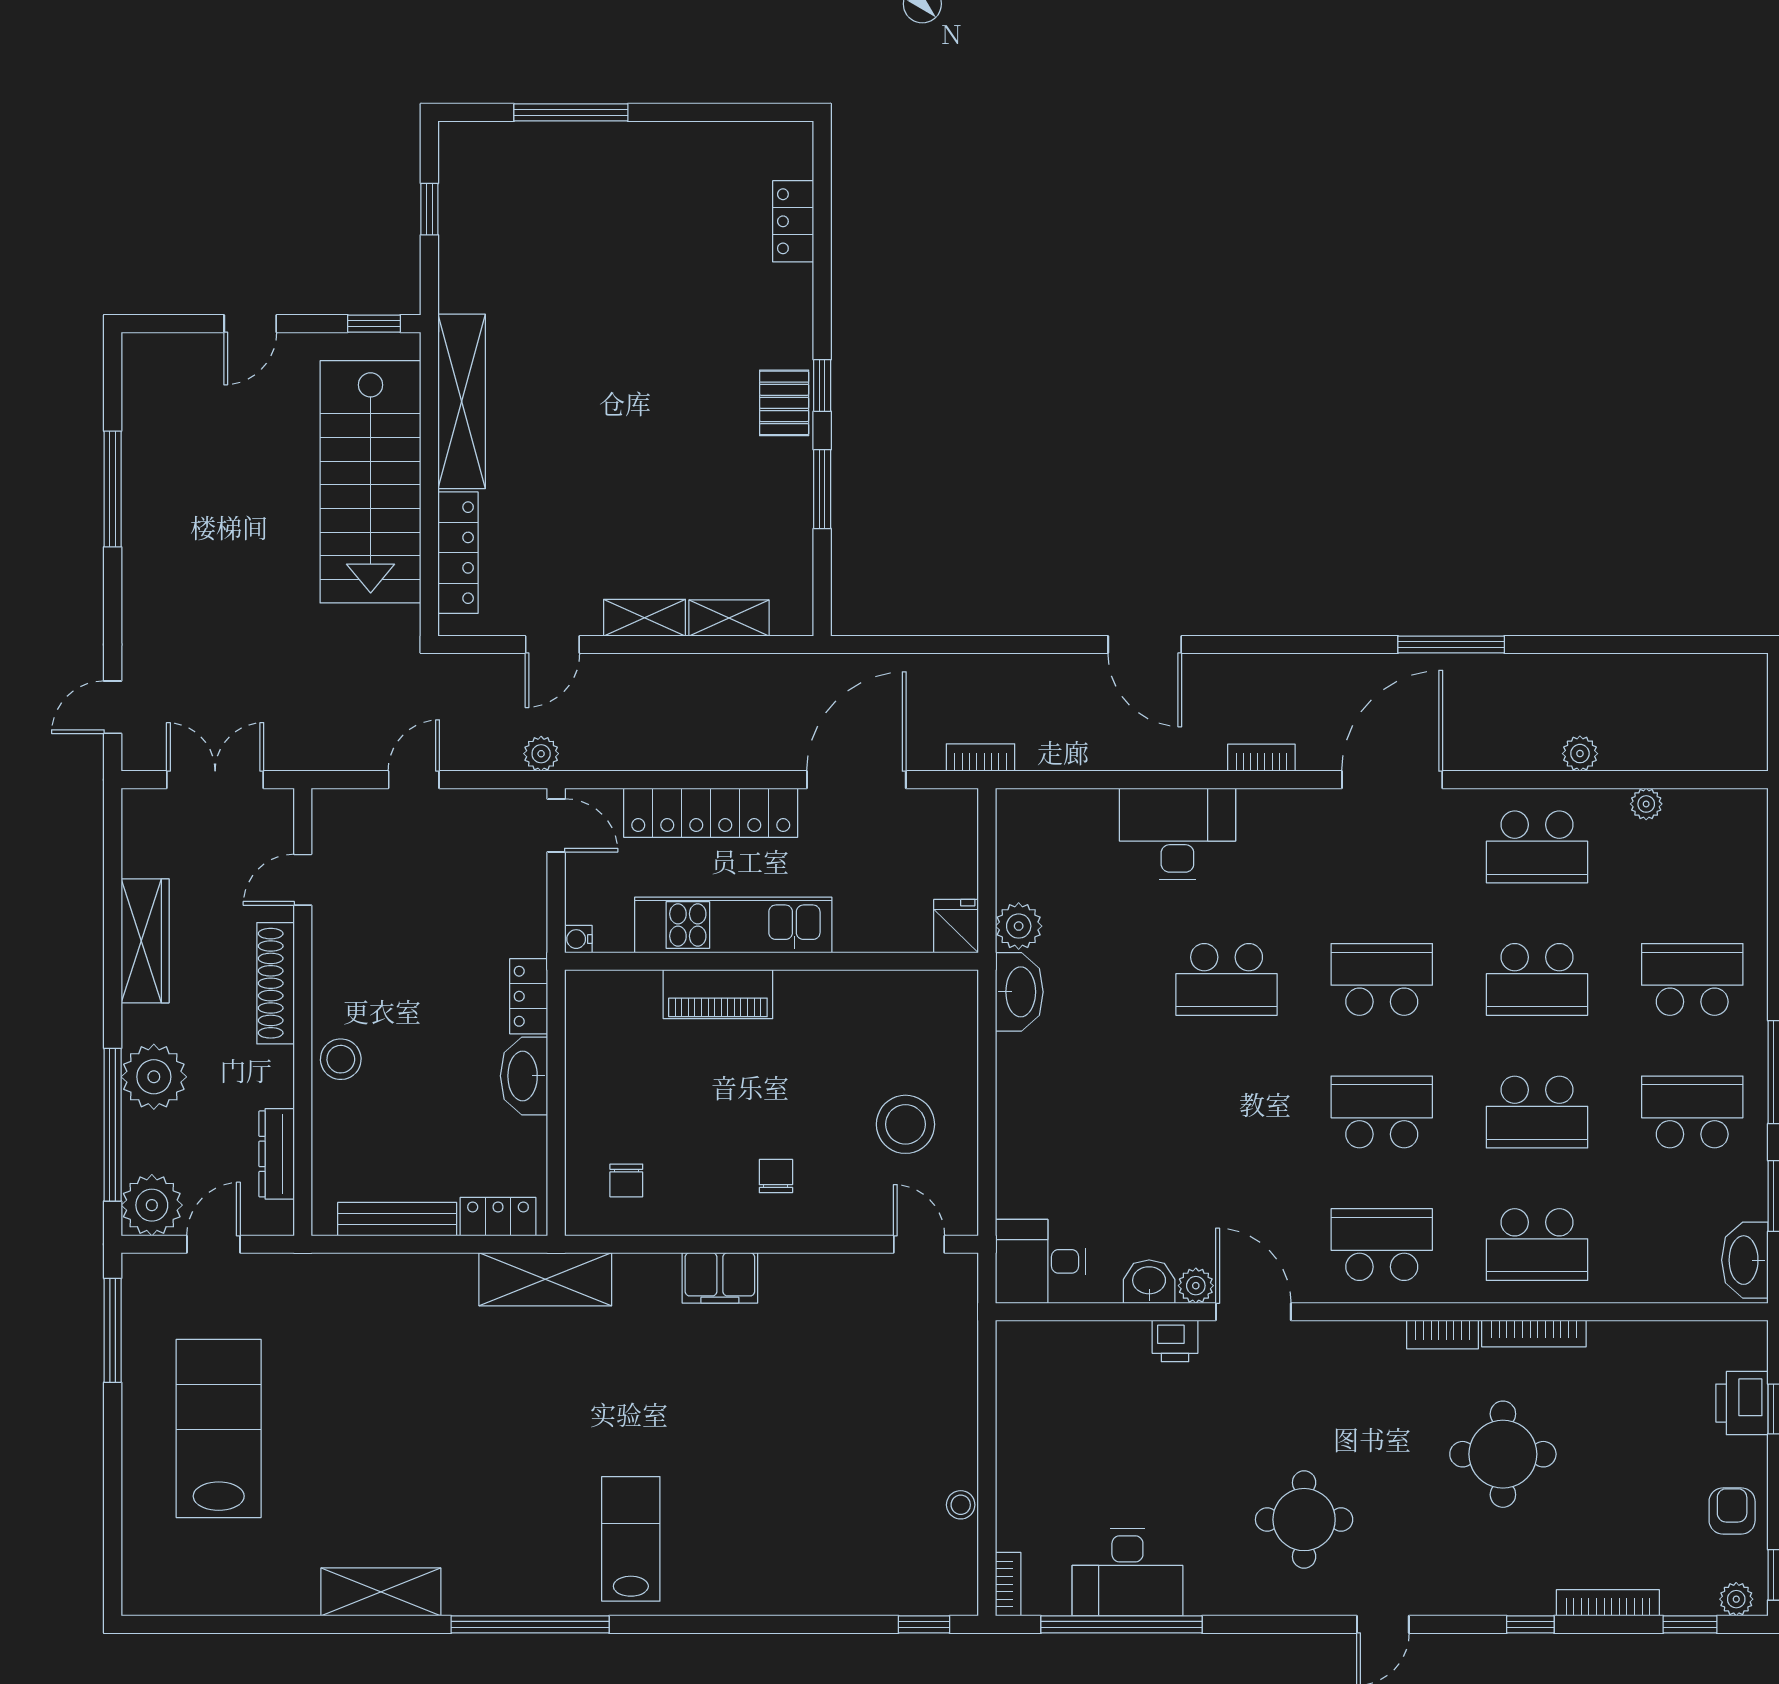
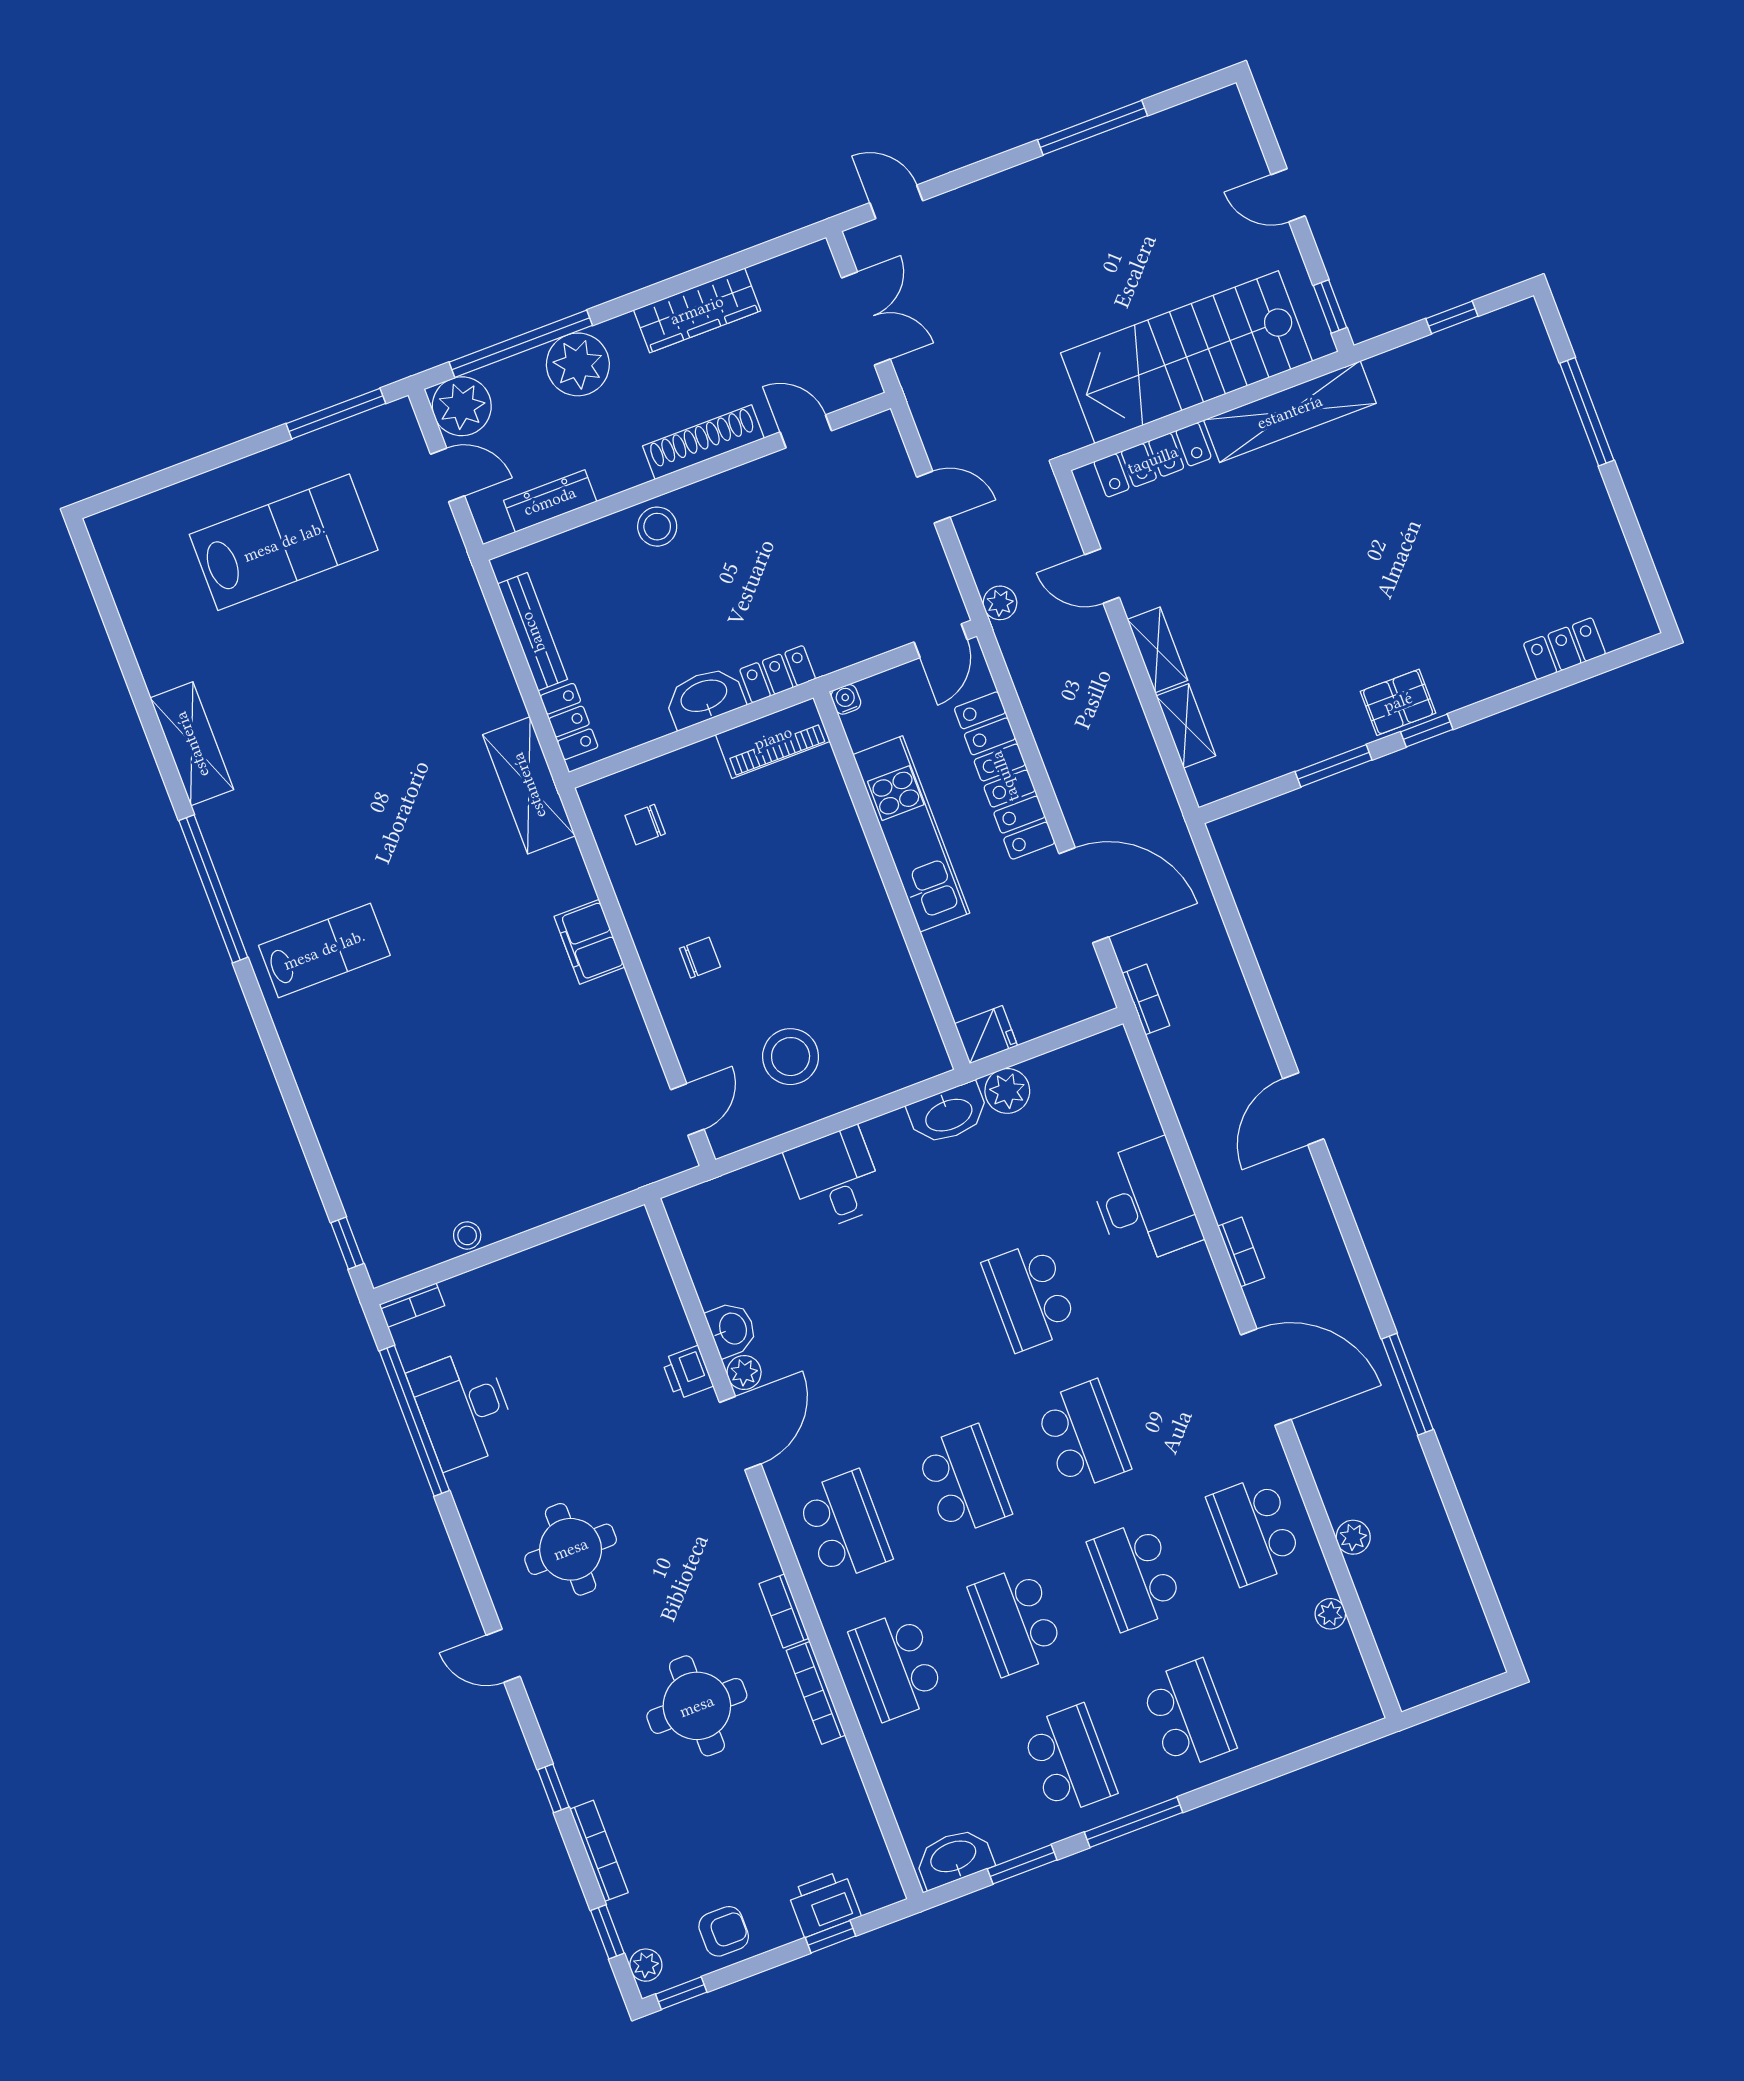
piano: (718, 994) -> (773, 738), moved, turned -90
desk: (1041, 1261) -> (835, 1179), moved

